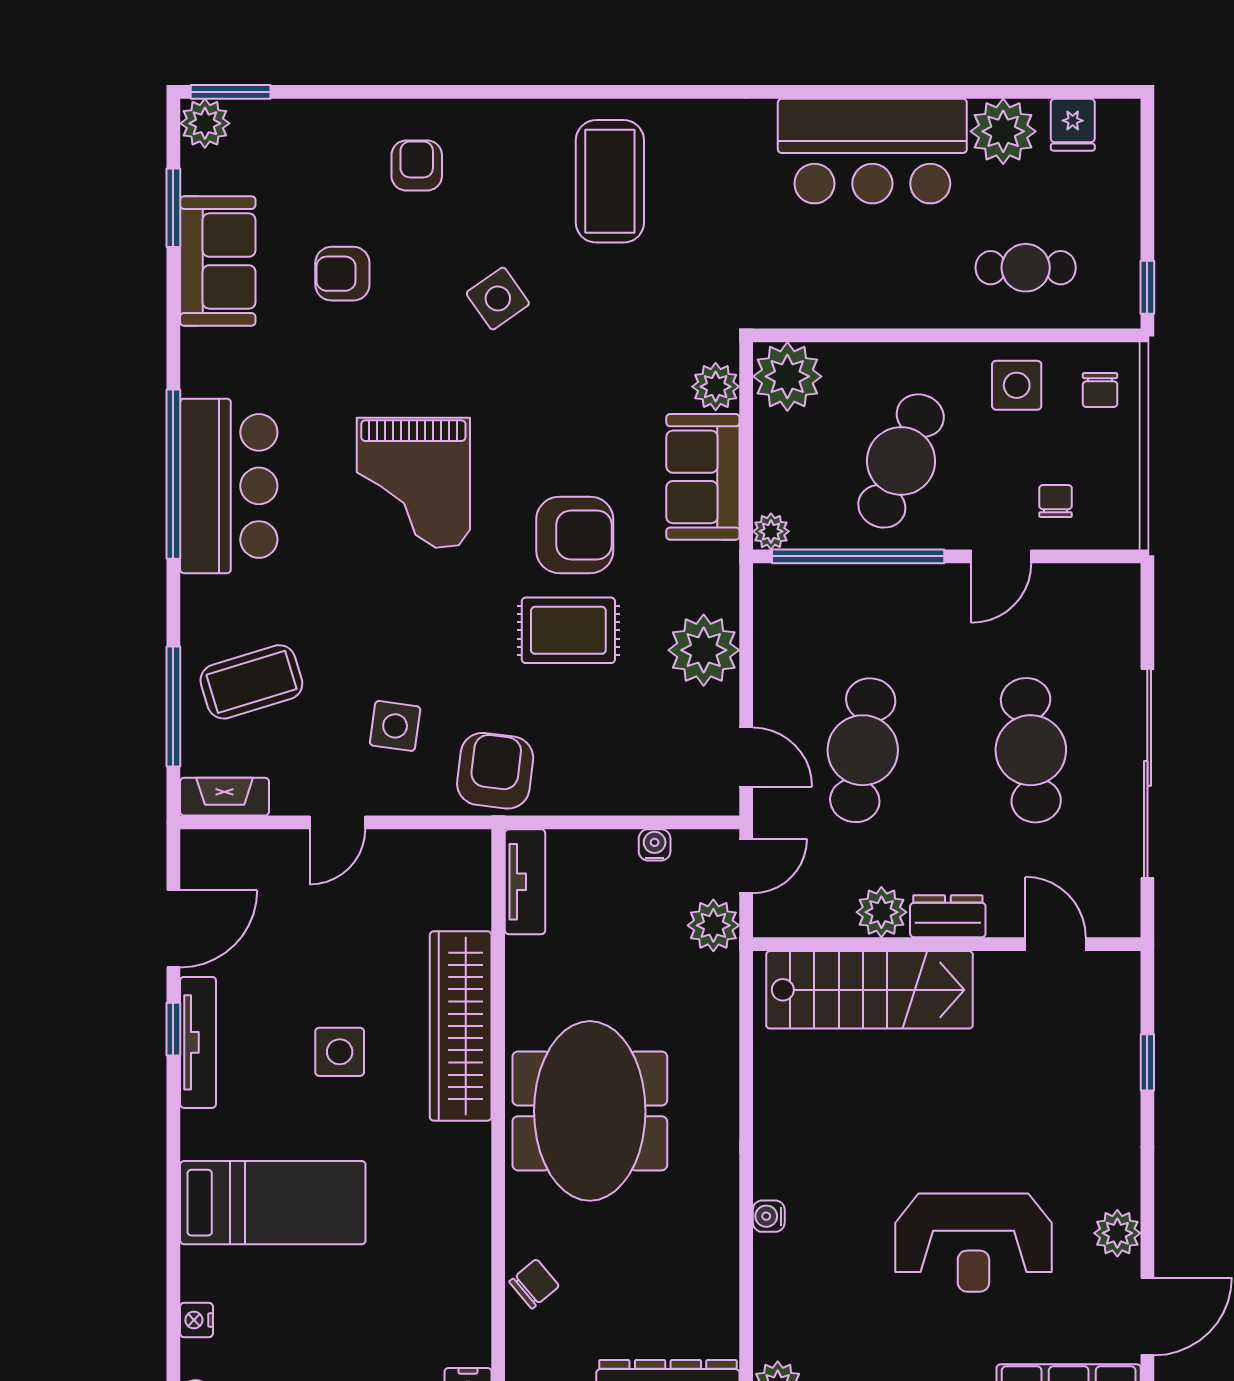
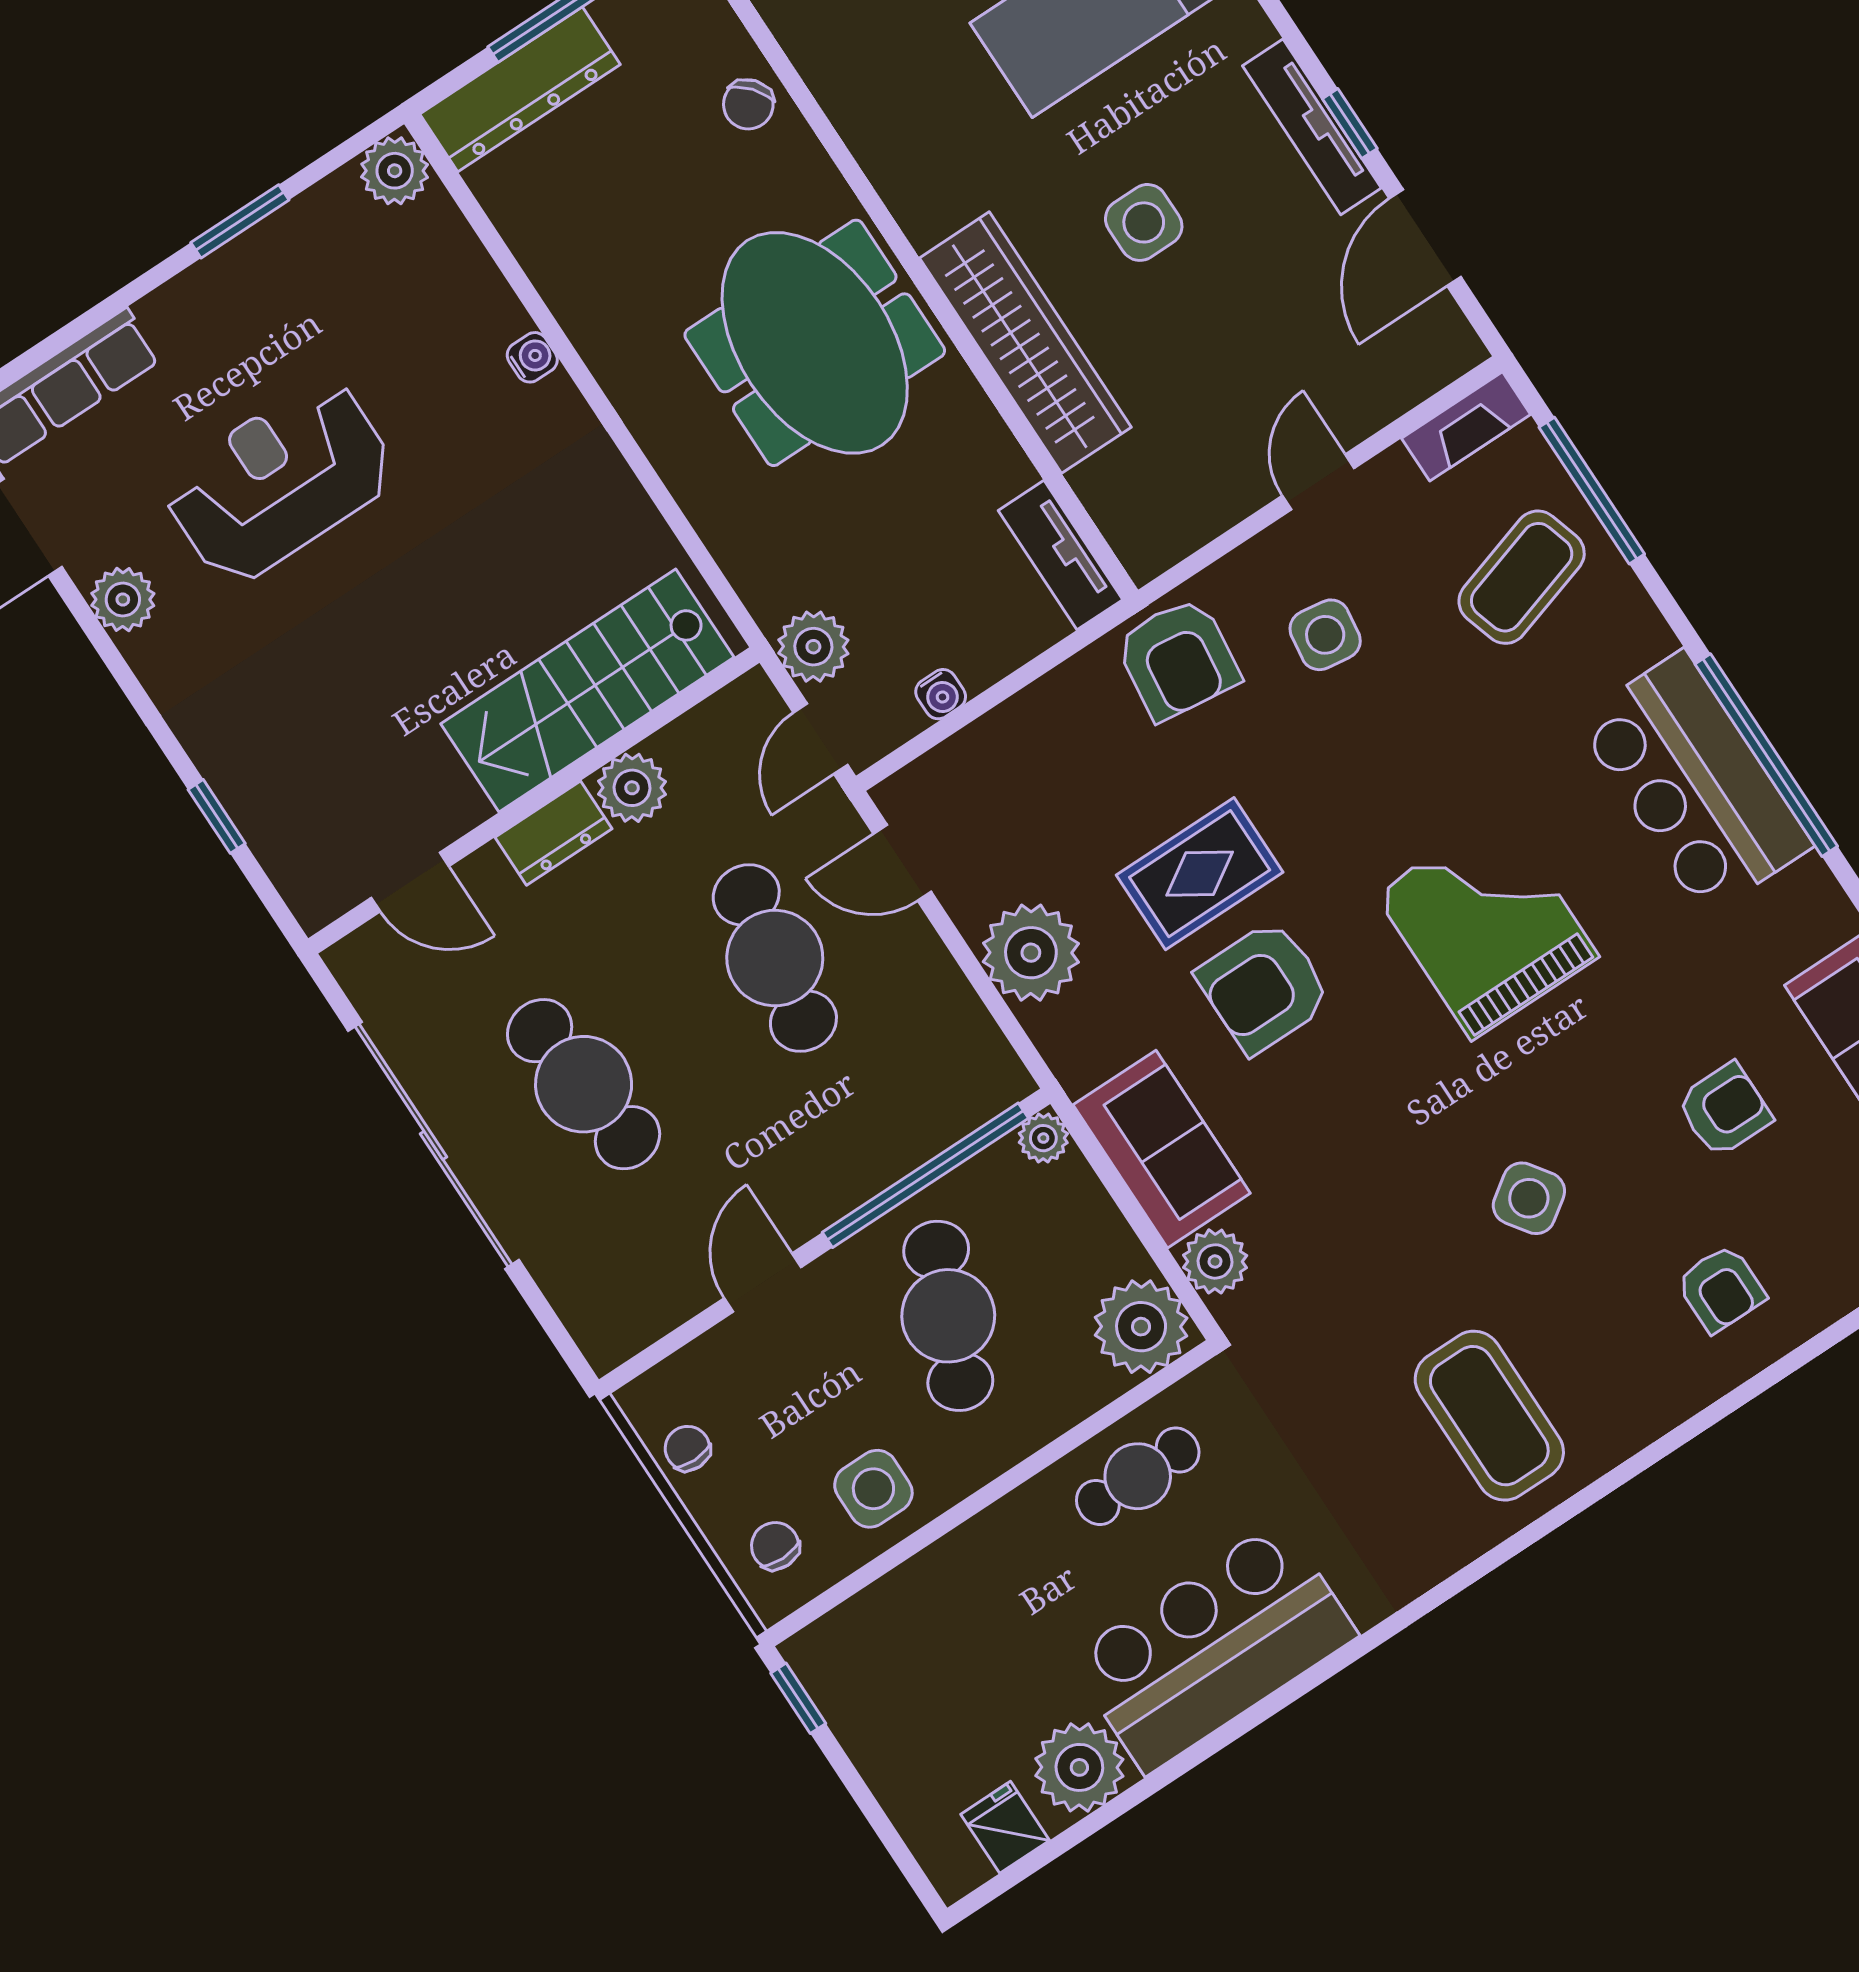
cafe table: (1026, 268) -> (1138, 1476), moved
chair: (1056, 501) -> (687, 1448), moved, turned 180

